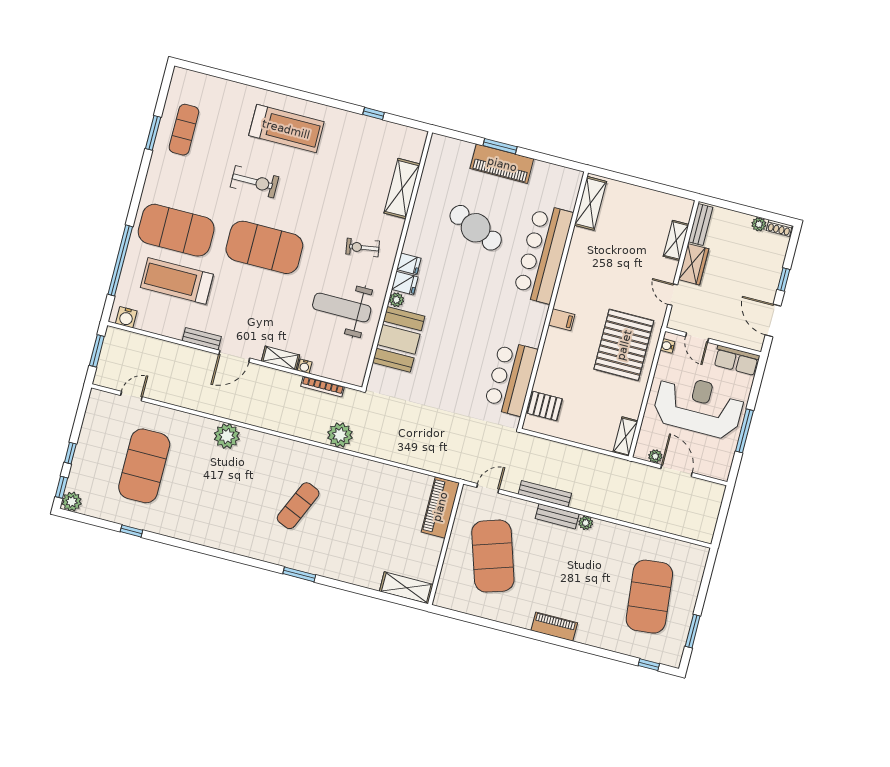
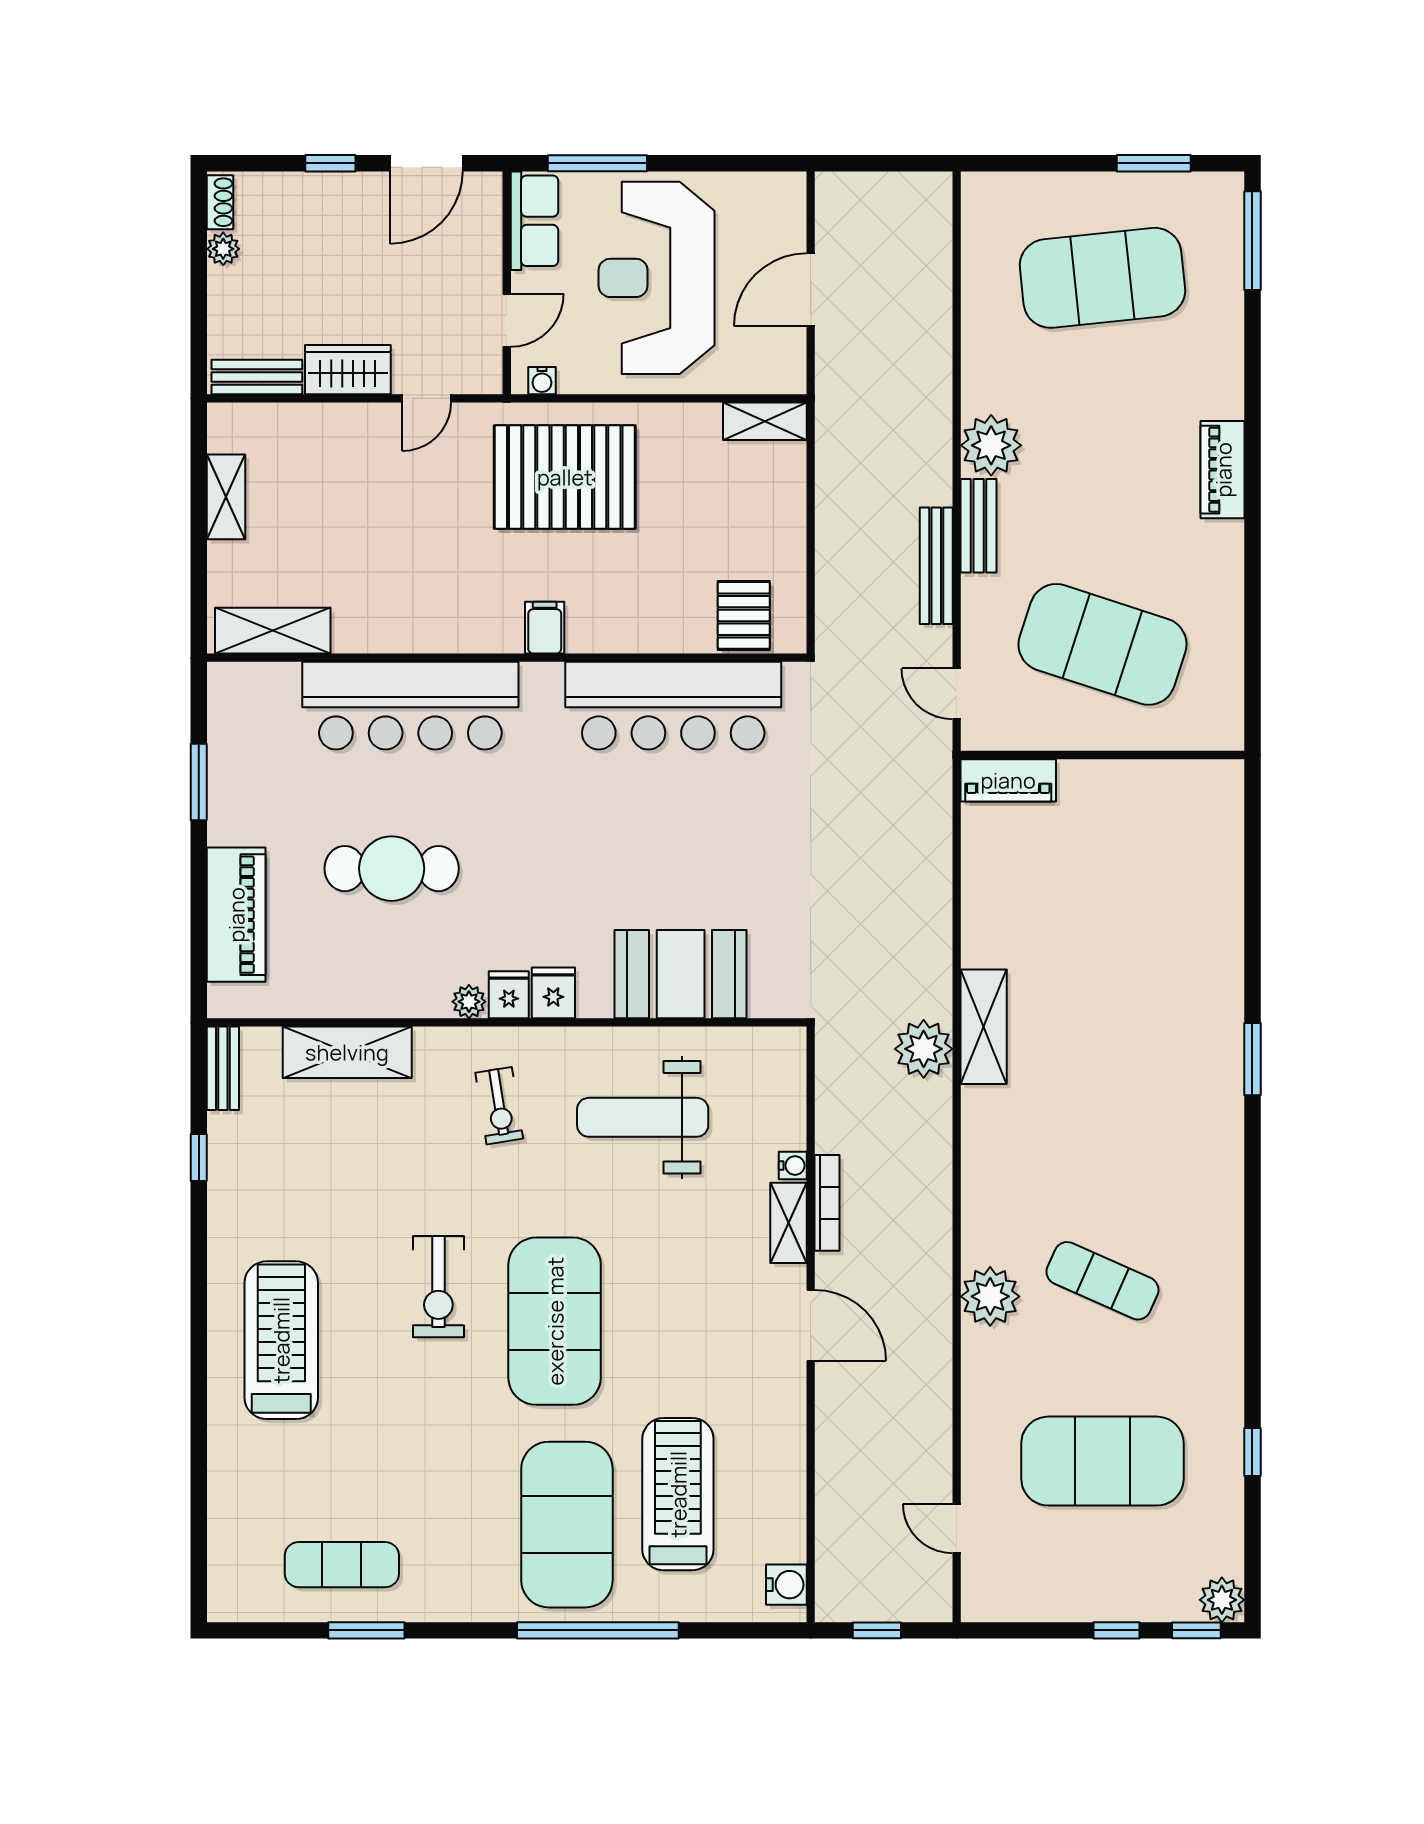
window: (500, 146) -> (199, 782), moved
piano: (502, 164) -> (236, 915), moved
exercise bike: (255, 182) -> (438, 1287), moved, turned 180
cafe table: (476, 228) -> (392, 869), turned 66
shelving: (676, 240) -> (226, 497), moved, turned 90
window: (120, 260) -> (598, 1630), moved
treadmill: (177, 281) -> (678, 1494), turned 180
plant: (396, 300) -> (469, 1002), moved
weight bench: (342, 307) -> (643, 1117), turned 90
bench: (202, 339) -> (223, 1068), moved
window: (97, 351) -> (877, 1630), width x0.67
bar counter: (511, 378) -> (673, 706), width x1.36
bookcase: (323, 387) -> (827, 1203), moved
window: (744, 431) -> (597, 163), moved
plant: (655, 456) -> (791, 344), removed
exercise mat: (298, 506) -> (1102, 1281), moved
piano: (440, 507) -> (1008, 780), width x0.73, depth x0.75
plant: (586, 523) -> (991, 445), width x1.87, depth x1.87
exercise mat: (493, 556) -> (1102, 644), turned 36
shelving: (406, 588) -> (984, 1027), moved
window: (649, 665) -> (1252, 241), width x2.17

